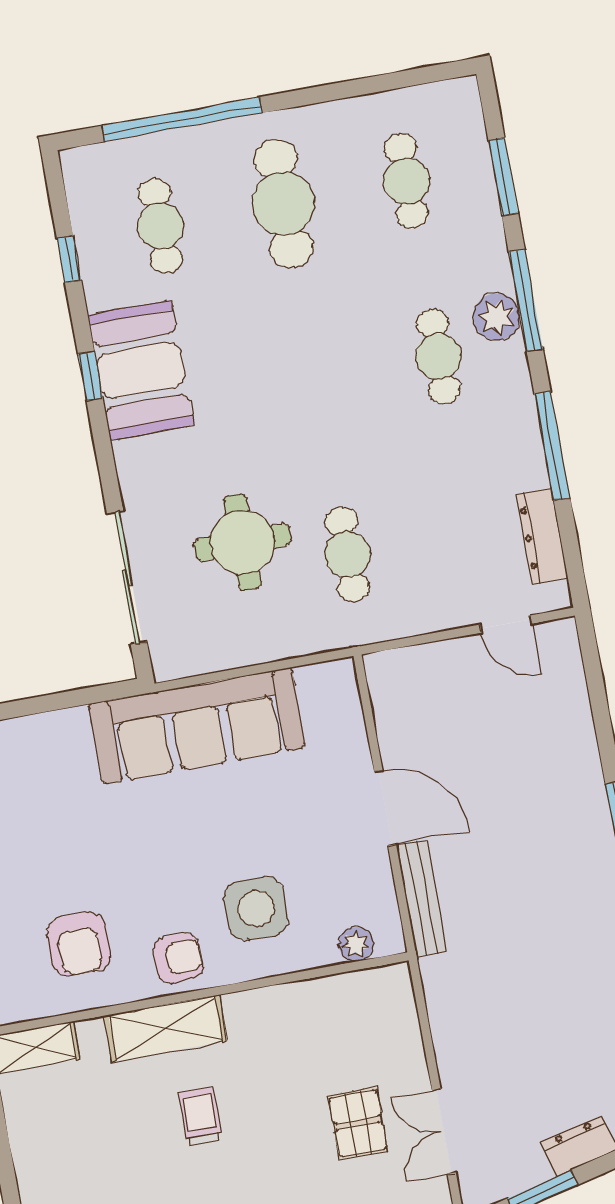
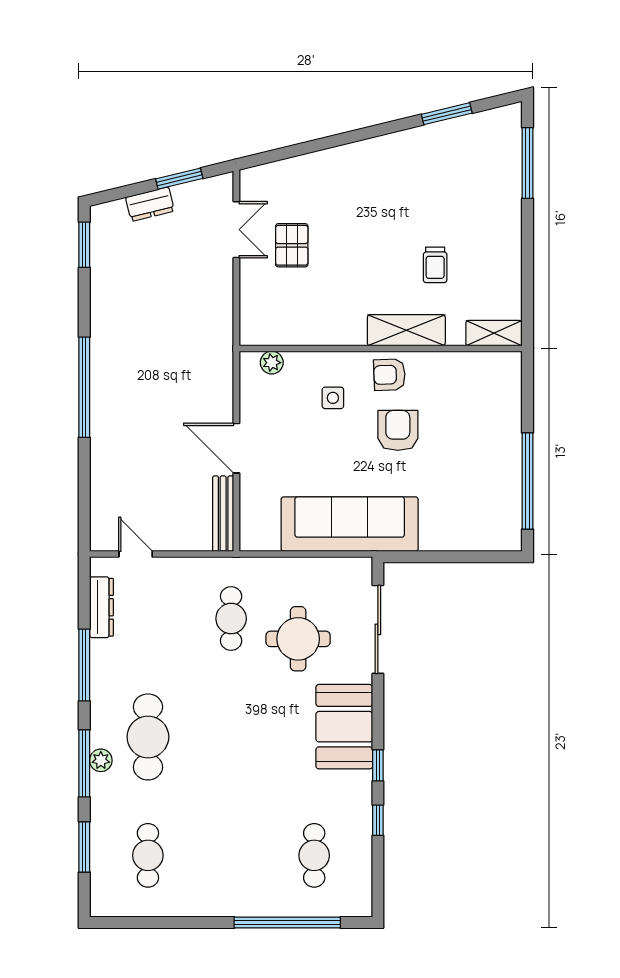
cafe table: (284, 204) -> (231, 855), removed
window: (69, 259) -> (378, 820), moved
plant: (497, 317) -> (101, 760), width x0.73, depth x0.73
cafe table: (438, 357) -> (148, 737), width x1.37, depth x1.35
booth: (141, 370) -> (344, 727), moved
bench: (422, 898) -> (223, 514), moved
side table: (256, 908) -> (333, 398), width x0.54, depth x0.54
armchair: (79, 944) -> (398, 430), moved
trolley: (200, 1116) -> (435, 265), moved

